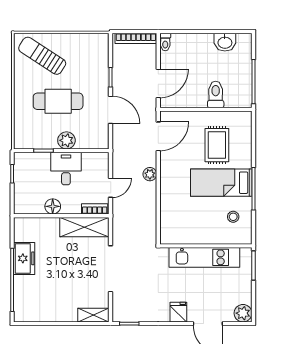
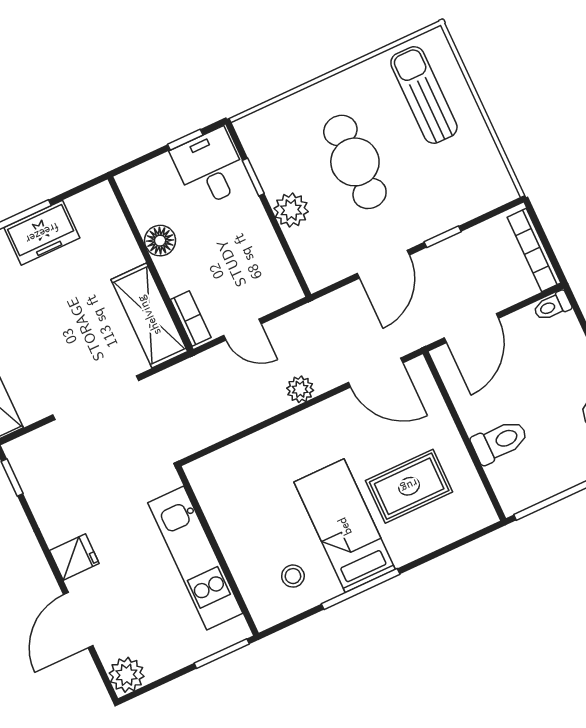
sun lounger: (42, 56) -> (424, 95), turned -33
door: (158, 83) -> (471, 328), hinge flipped
desk: (66, 169) -> (210, 168), moved, turned -90

